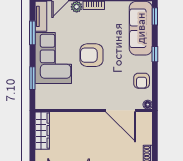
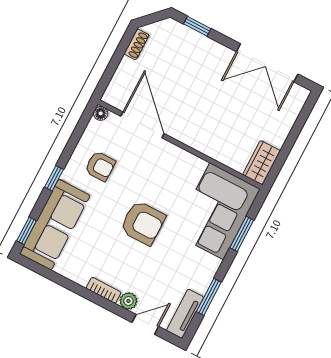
corner sofa: (53, 58) -> (217, 211), moved
armchair: (142, 81) -> (100, 166), moved, turned 90
wardrobe: (42, 131) -> (261, 163), width x0.67

